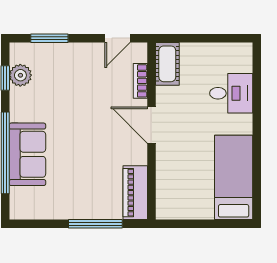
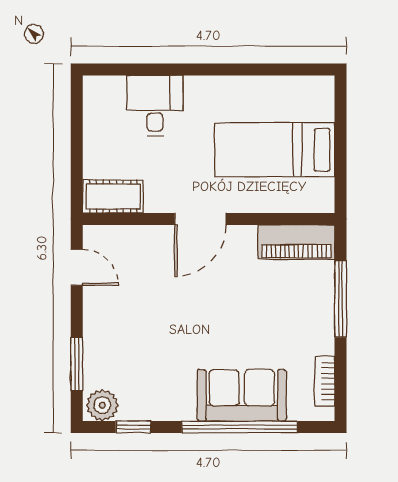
plant: (20, 75) -> (102, 405), moved
bookcase: (140, 81) -> (325, 381), moved, turned 90
bed: (234, 177) -> (275, 150), moved

